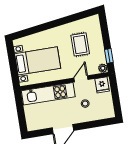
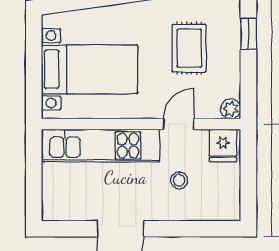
window: (109, 56) -> (248, 34), moved

